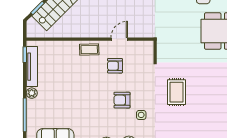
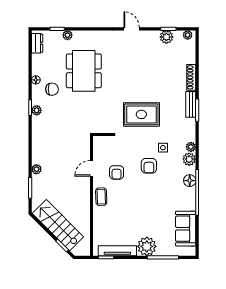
door: (119, 39) -> (92, 168), hinge flipped
rug: (176, 92) -> (141, 114), width x1.36, depth x1.43
plant: (32, 93) -> (147, 246), width x1.87, depth x1.87

